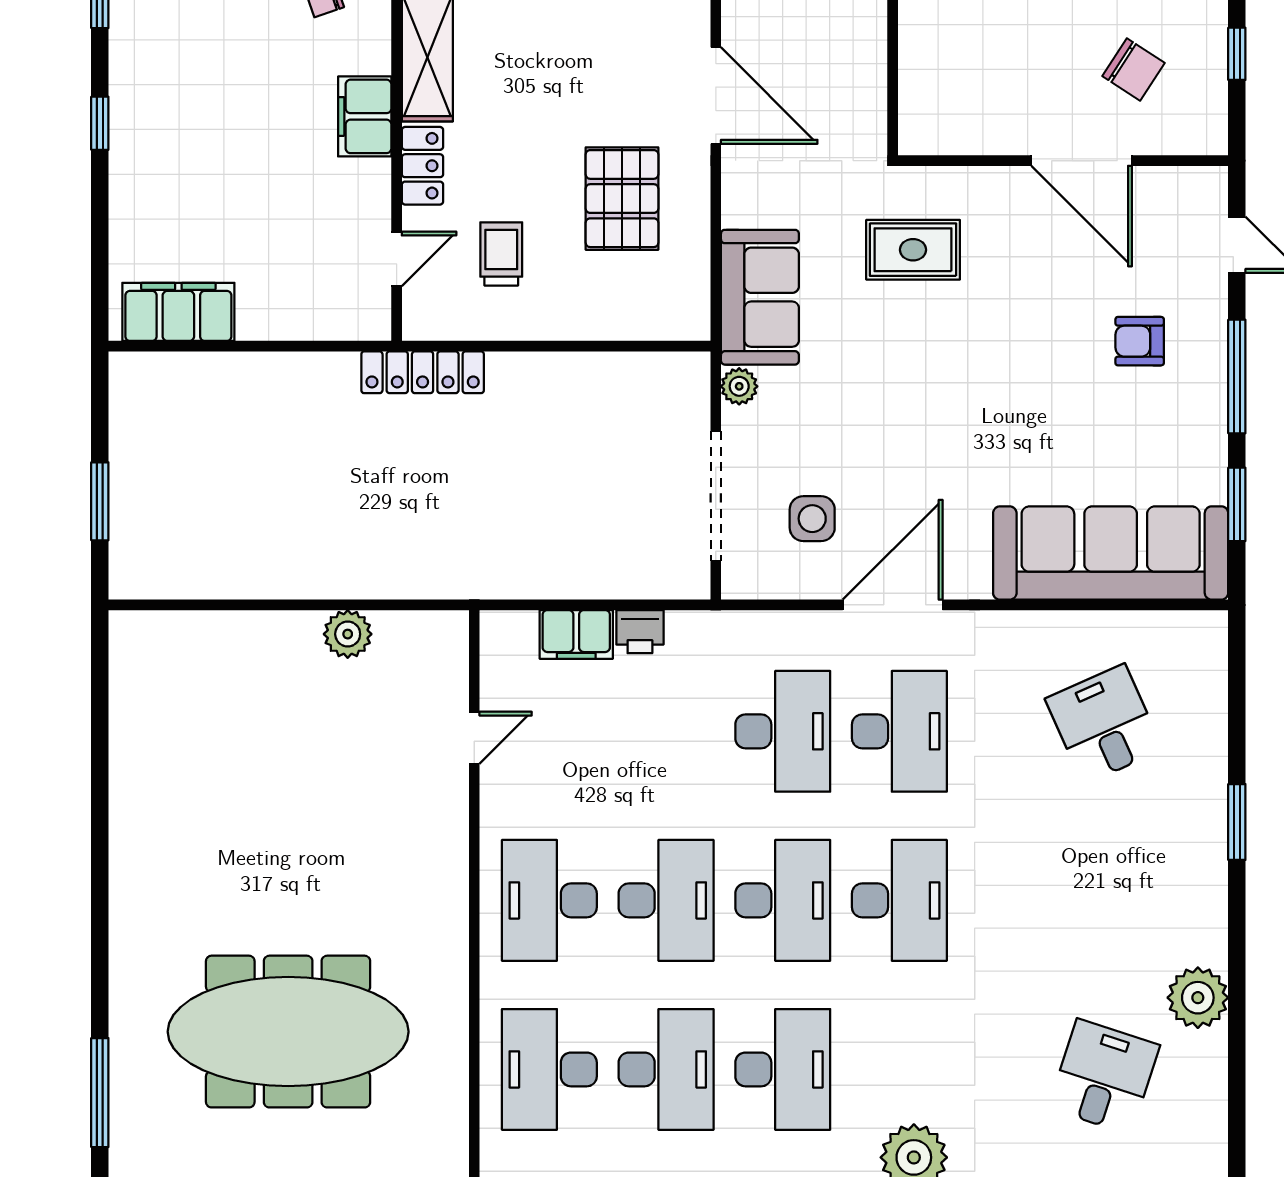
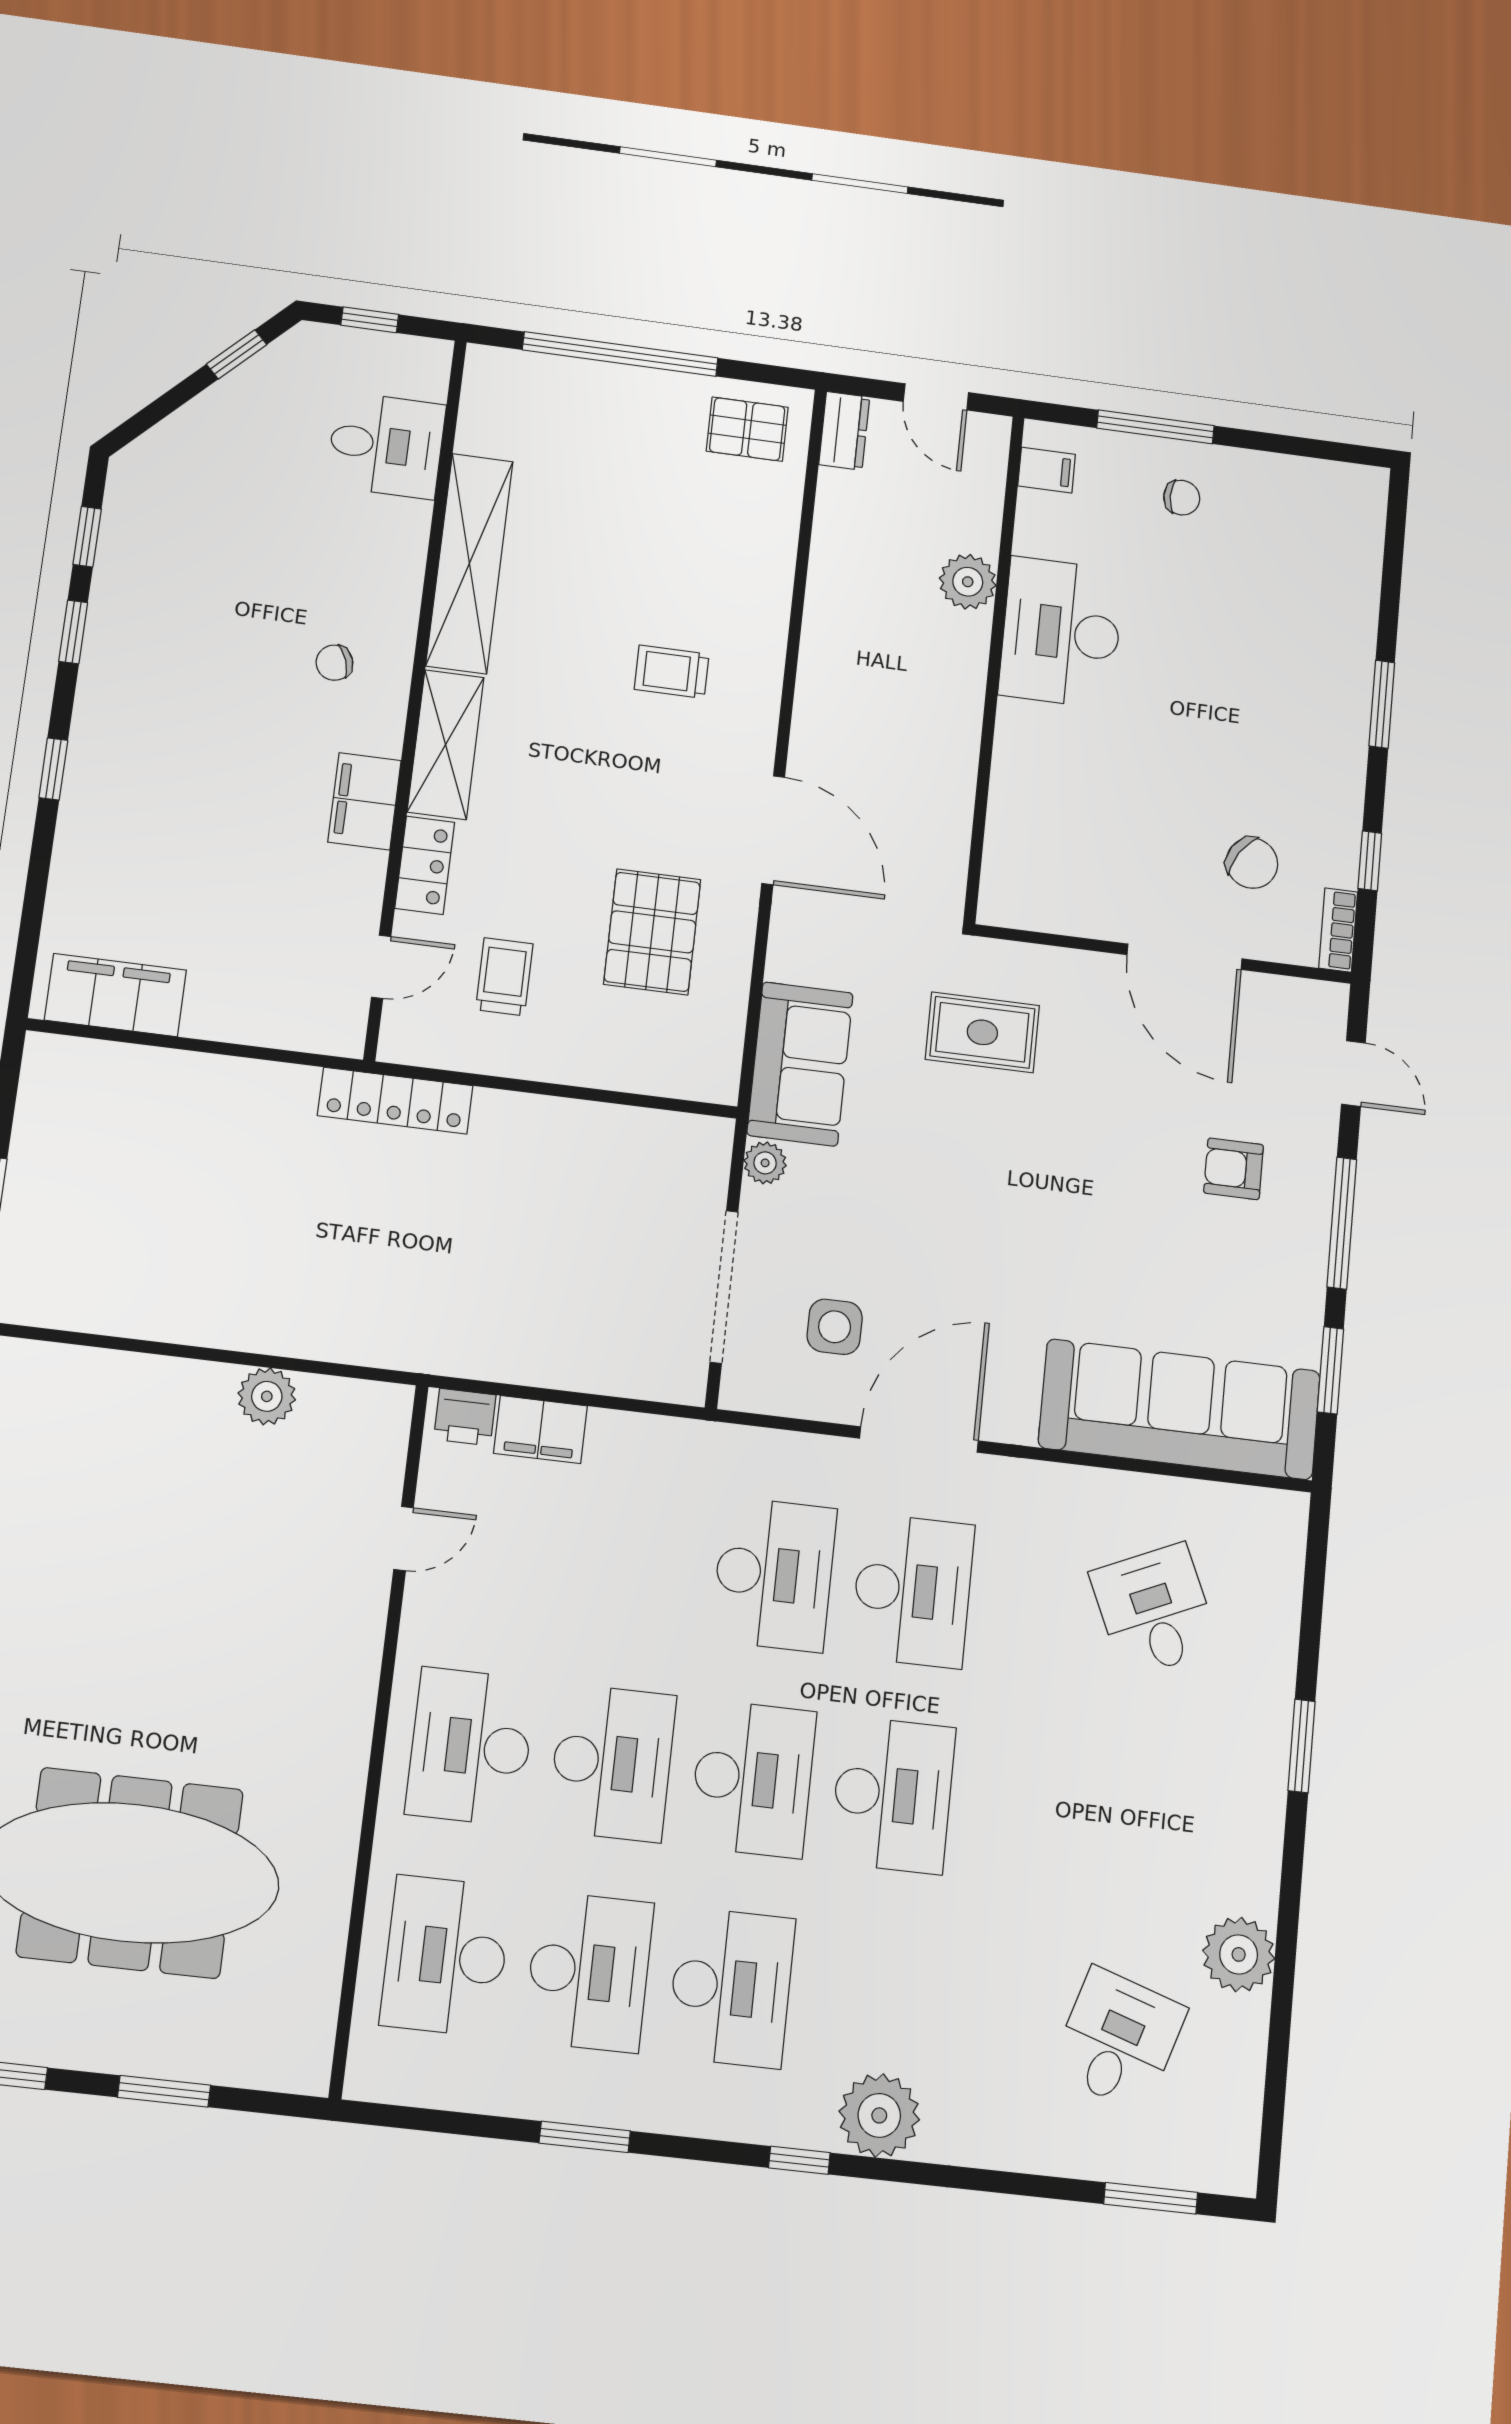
bookcase: (1214, 119) -> (1338, 930), added
printer: (640, 632) -> (465, 1417), moved

